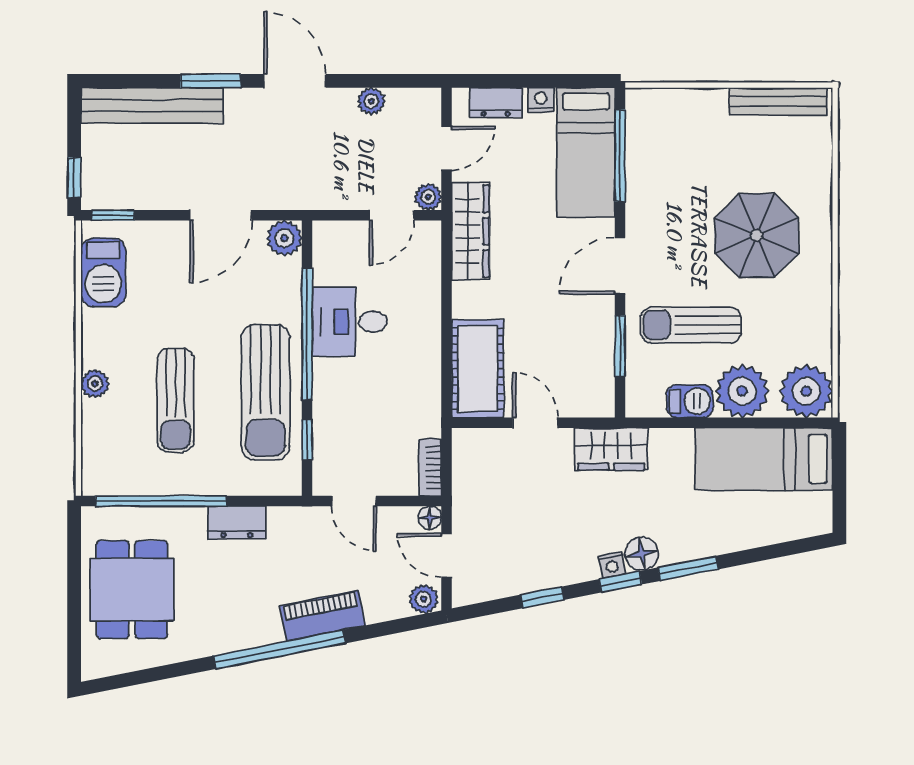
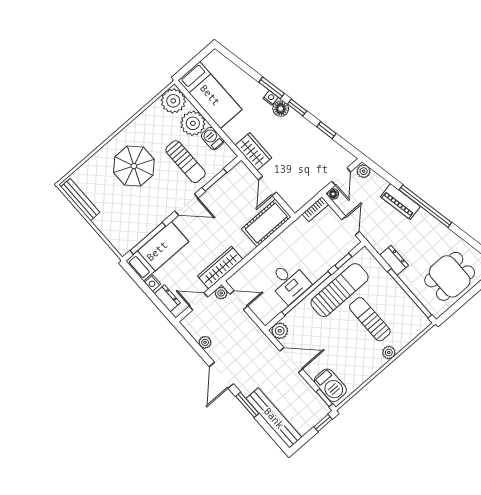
barbecue: (103, 272) -> (330, 385), moved, turned 90
sun lounger: (176, 400) -> (370, 319), turned -90
nightstand: (612, 565) -> (271, 98), moved

